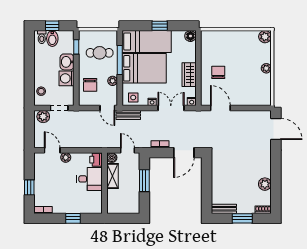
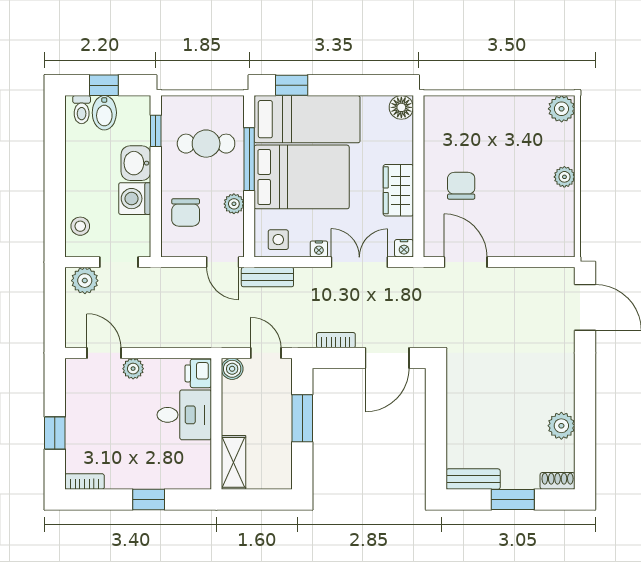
window: (160, 26) -> (292, 85), moved
shelving: (112, 176) -> (234, 462), moved

